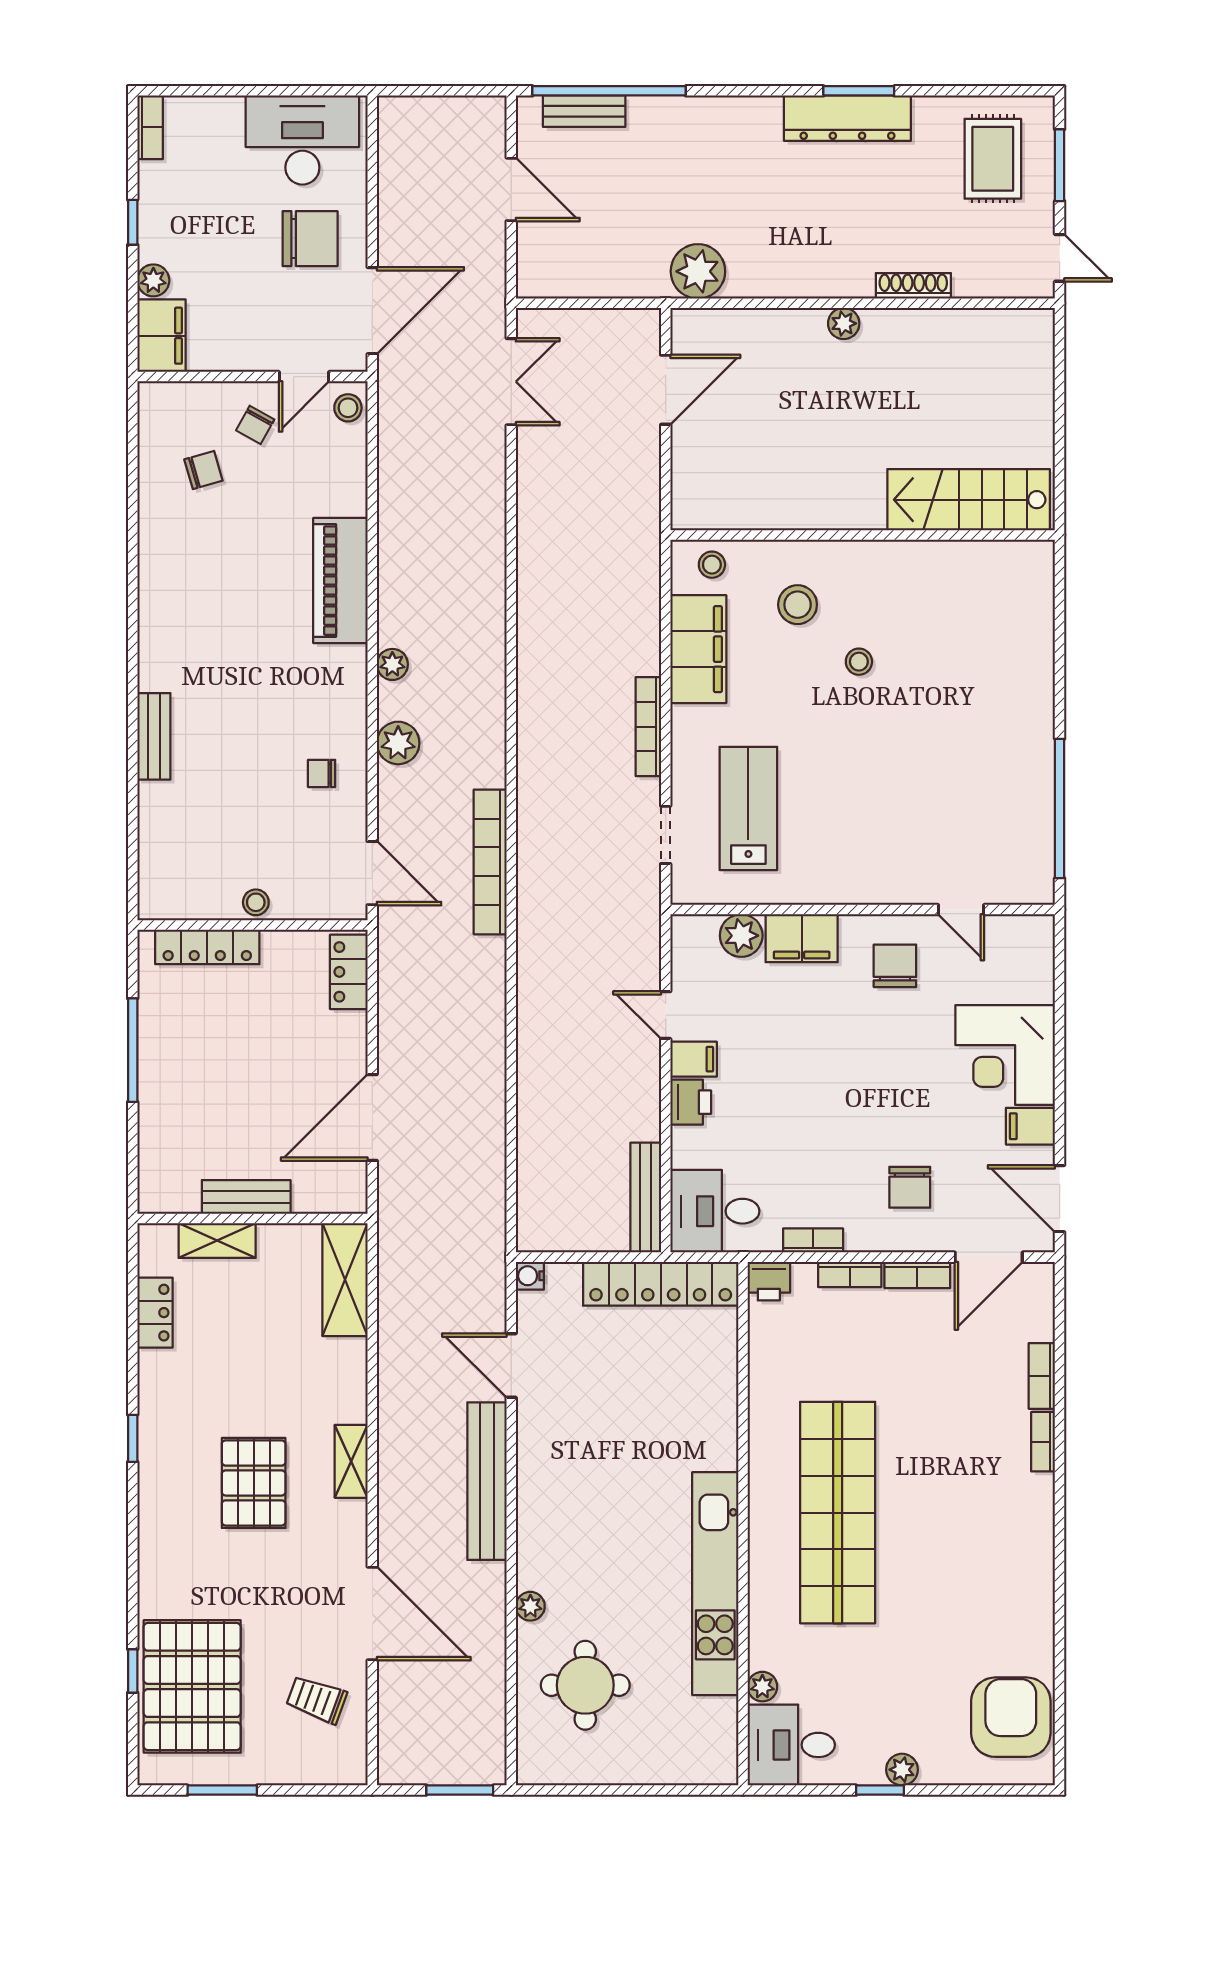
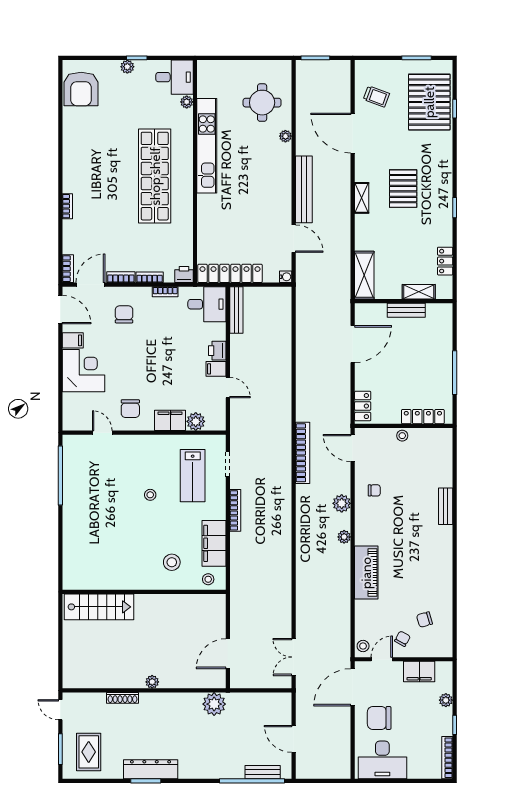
bookcase: (150, 127) -> (447, 758), width x1.56
filing cabinet: (162, 336) -> (419, 672), moved, turned -90
stool: (859, 662) -> (150, 495), moved
bookcase: (1042, 1376) -> (68, 269), moved

